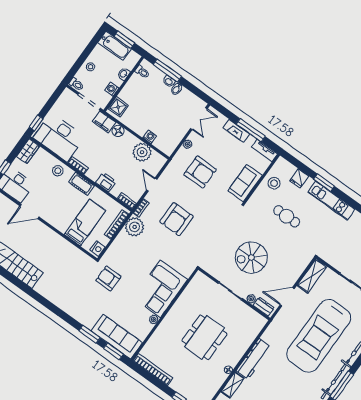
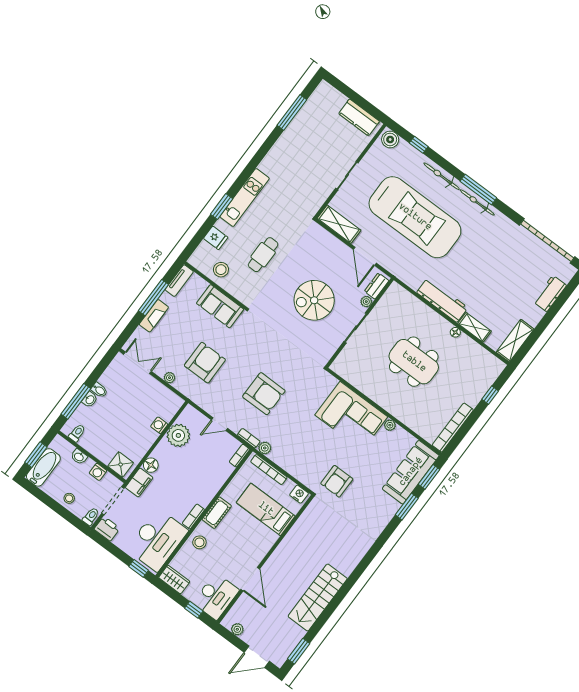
printer: (106, 182) -> (107, 529), moved, turned 90
plant: (135, 227) -> (265, 448), width x0.53, depth x0.53
spiral stairs: (251, 257) -> (314, 300), turned 90

